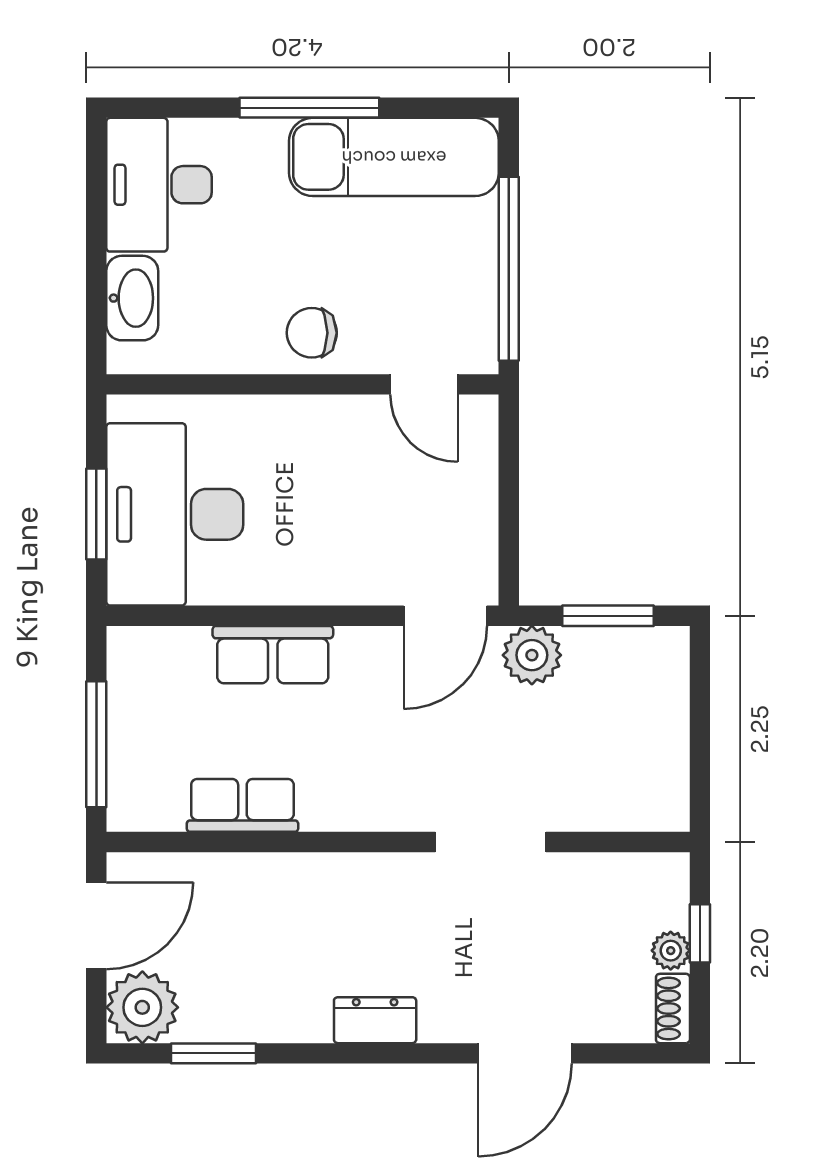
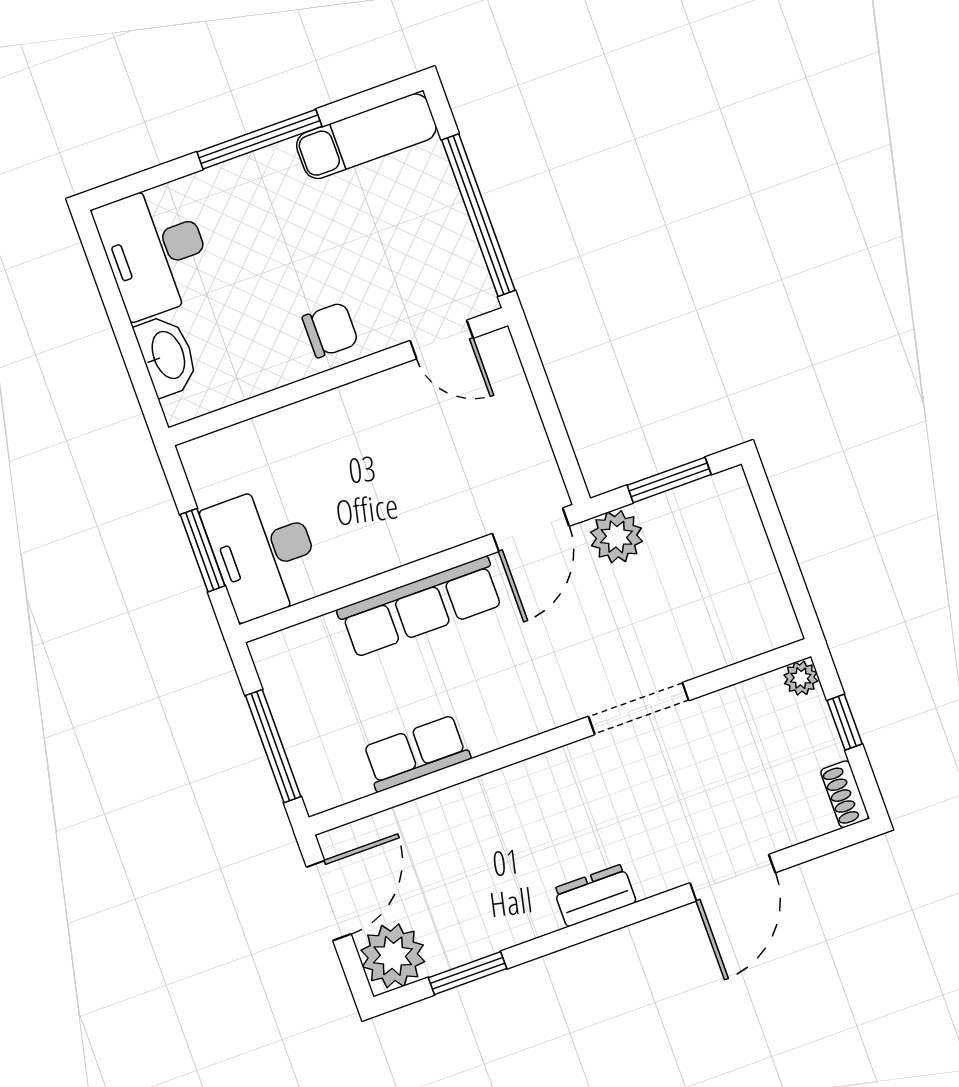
exam couch: (394, 157) -> (366, 136), width x0.73, depth x0.69
chair: (312, 333) -> (330, 330), turned 180
desk: (175, 514) -> (263, 552), width x0.73, depth x0.77
row of seats: (273, 655) -> (420, 607), width x1.48
plant: (671, 951) -> (801, 678), moved

